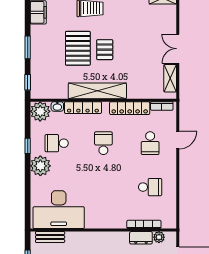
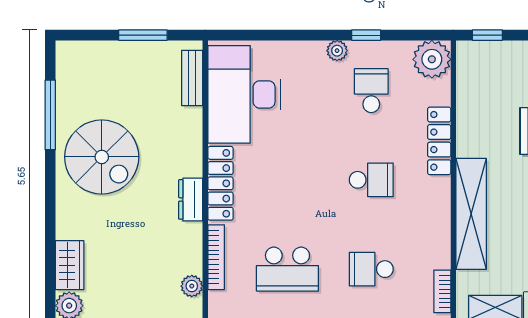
shelving: (97, 91) -> (471, 214), moved
washbasin: (57, 106) -> (441, 92), removed
locker: (130, 108) -> (220, 183), moved, turned 180
plant: (40, 166) -> (337, 51), width x0.53, depth x0.53
school desk: (150, 187) -> (287, 269), width x1.85
dresser: (141, 238) -> (191, 199), moved

